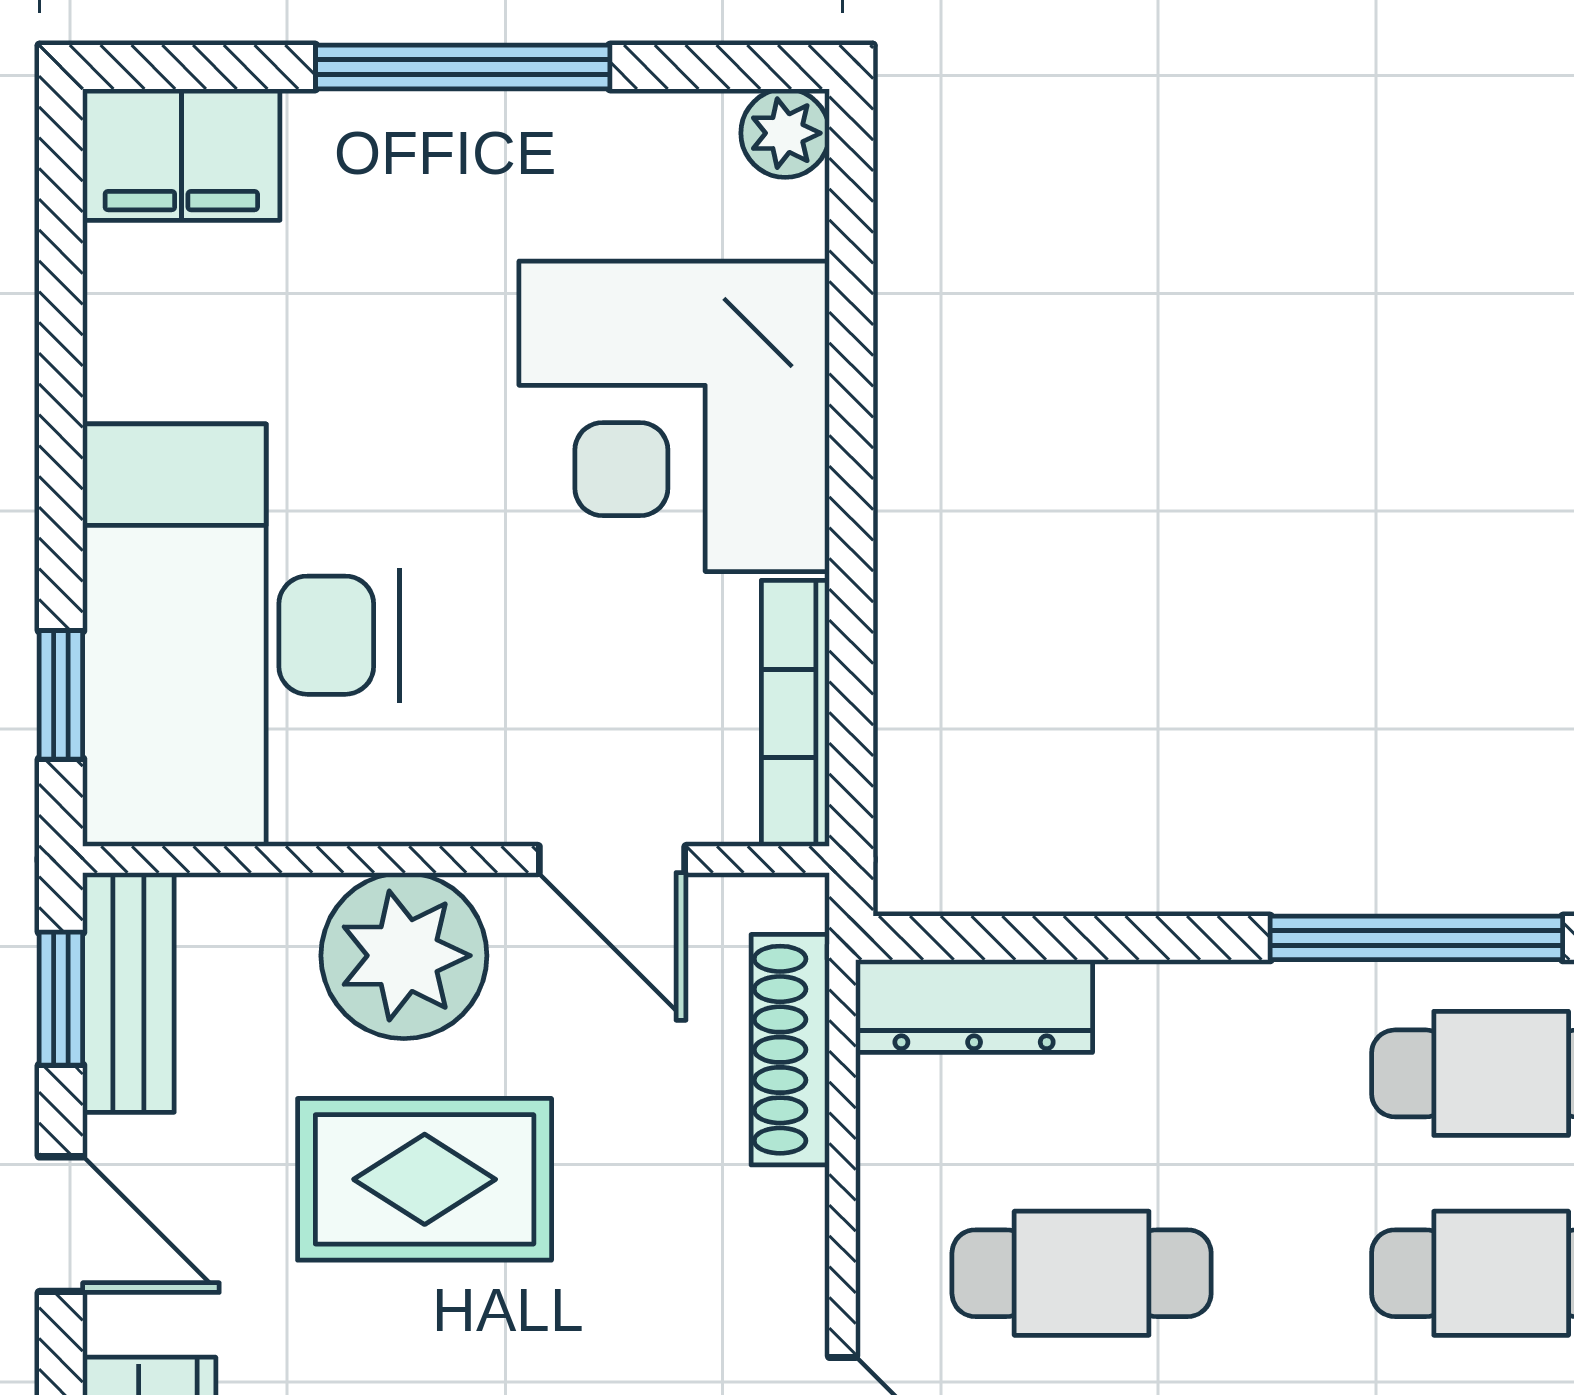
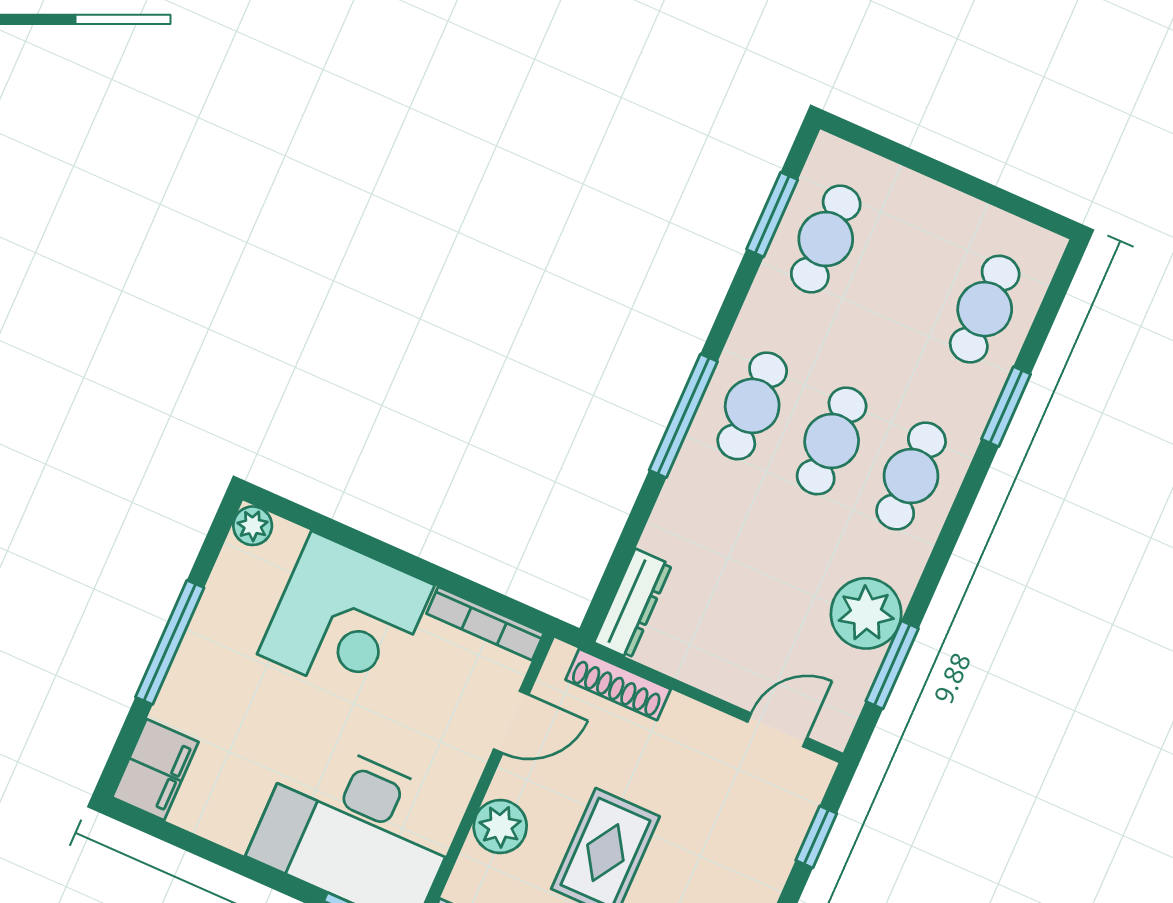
plant: (404, 956) -> (500, 827), width x0.73, depth x0.73
cafe table: (1082, 1273) -> (758, 608), removed

